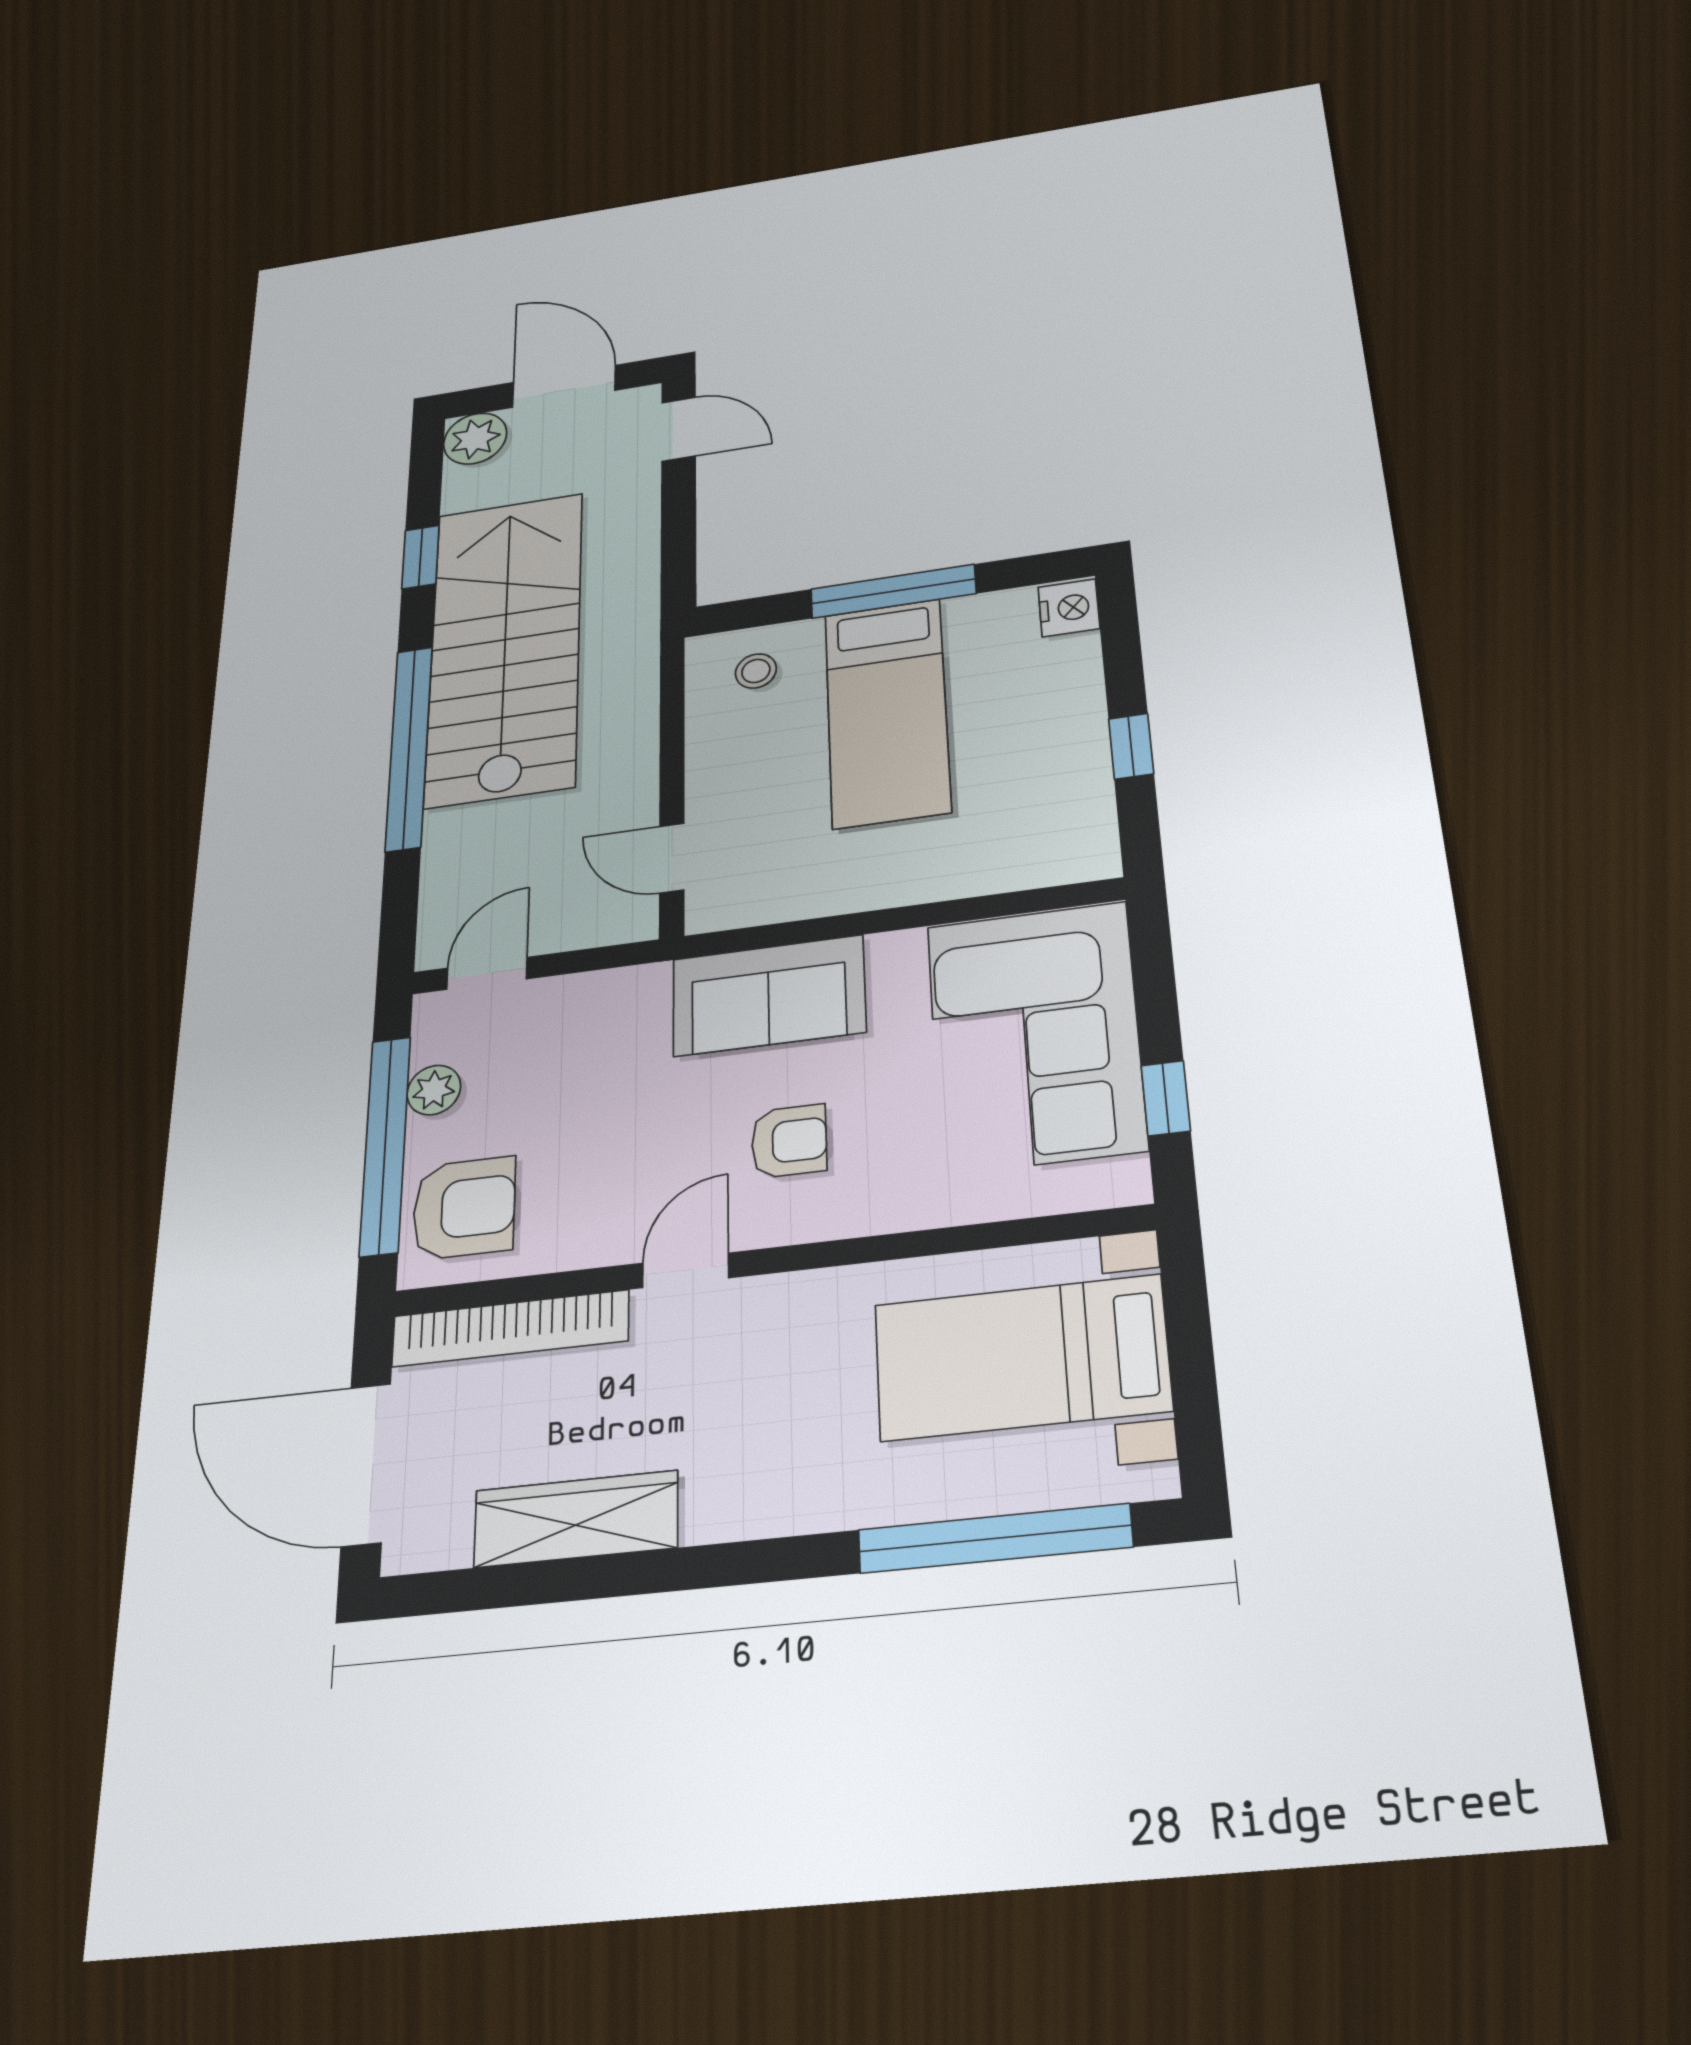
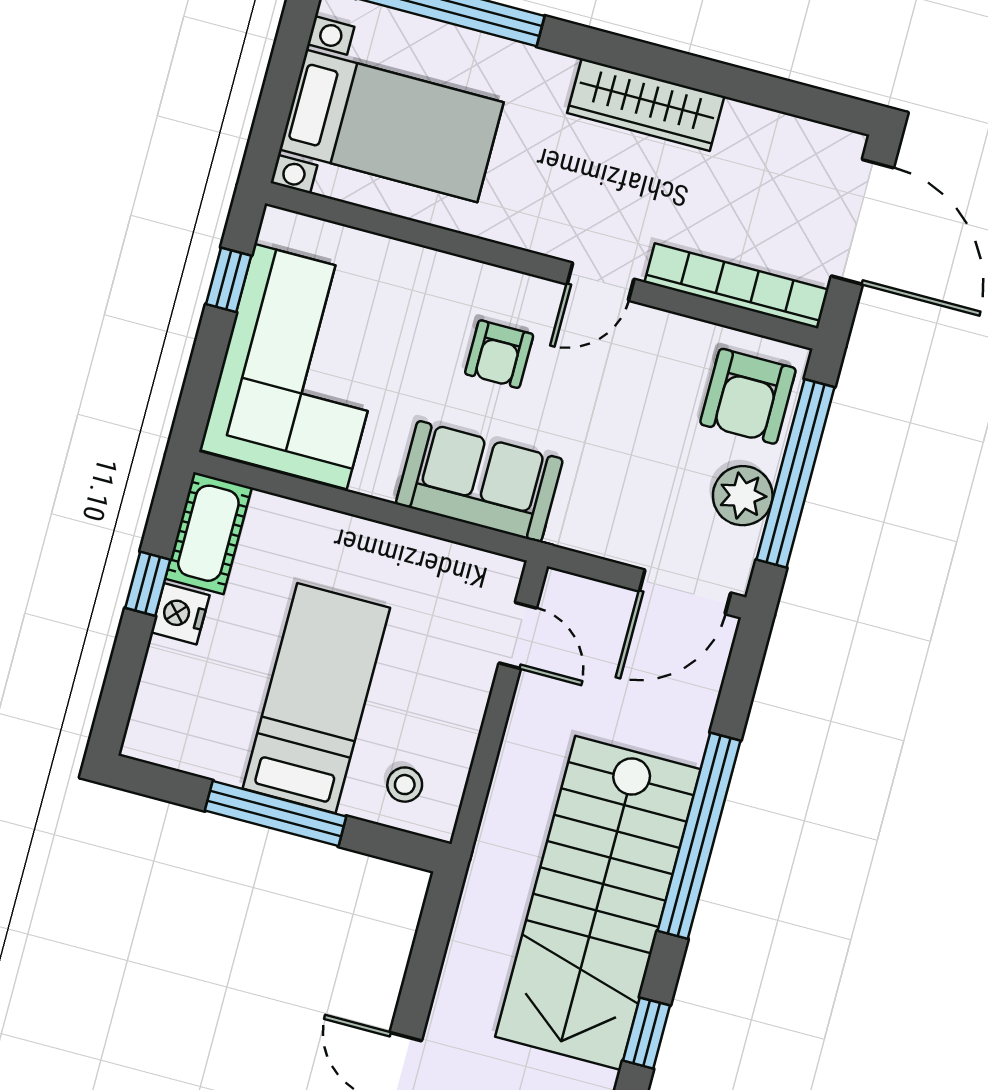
nightstand: (1069, 608) -> (180, 614), moved
cot: (1079, 822) -> (208, 533), added
door: (487, 973) -> (685, 592), width x1.38
plant: (434, 1090) -> (743, 496), width x1.38, depth x1.38
armchair: (789, 1141) -> (499, 354), turned -90
armchair: (464, 1208) -> (748, 396), turned -90
wardrobe: (576, 1519) -> (646, 105), moved

